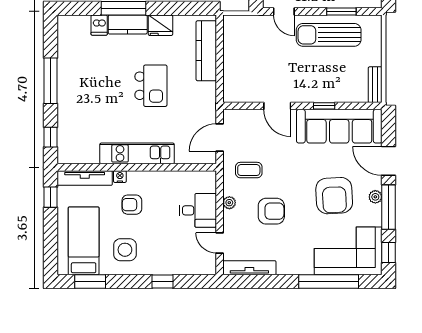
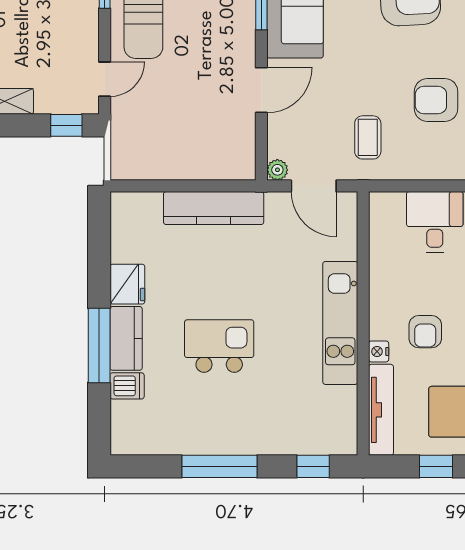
kitchen counter: (206, 51) -> (214, 208), moved
kitchen island: (151, 86) -> (219, 346), moved
window: (51, 197) -> (436, 466), moved
plant: (229, 203) -> (277, 170), moved
armchair: (271, 211) -> (436, 100), turned -90

